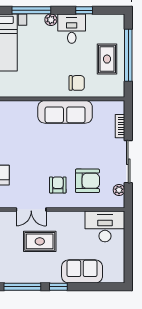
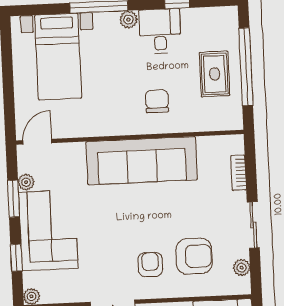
chair: (77, 83) -> (157, 101), moved, turned -90
sofa: (65, 112) -> (142, 161), width x1.36, depth x1.27
sliding door: (128, 162) -> (253, 225), width x0.73

